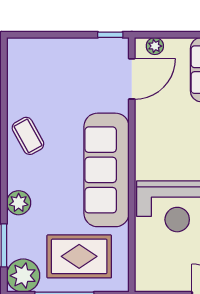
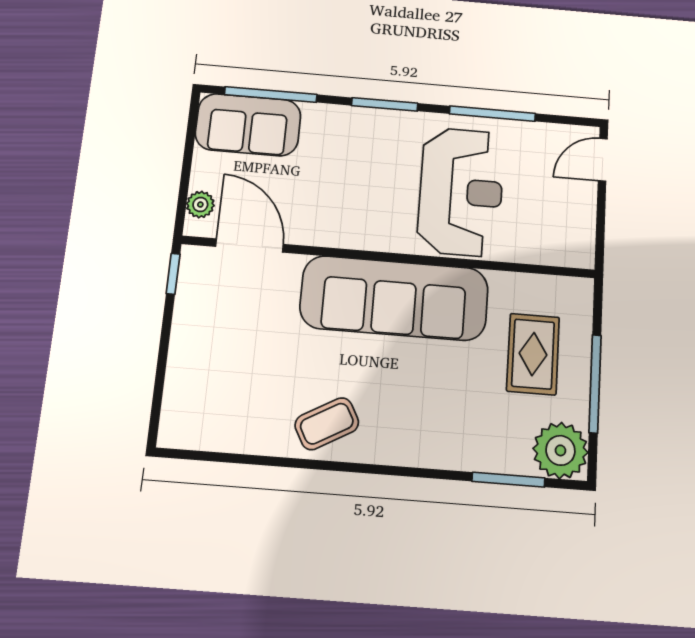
plant: (19, 203) -> (438, 449), removed
rug: (79, 256) -> (533, 354), width x0.73, depth x0.70

